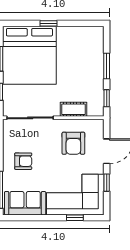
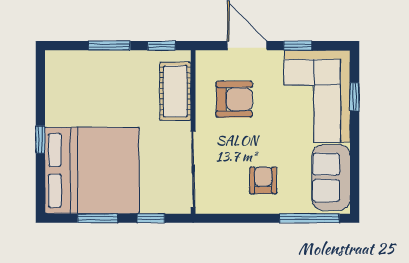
cot: (74, 109) -> (175, 91), width x1.37, depth x1.34

